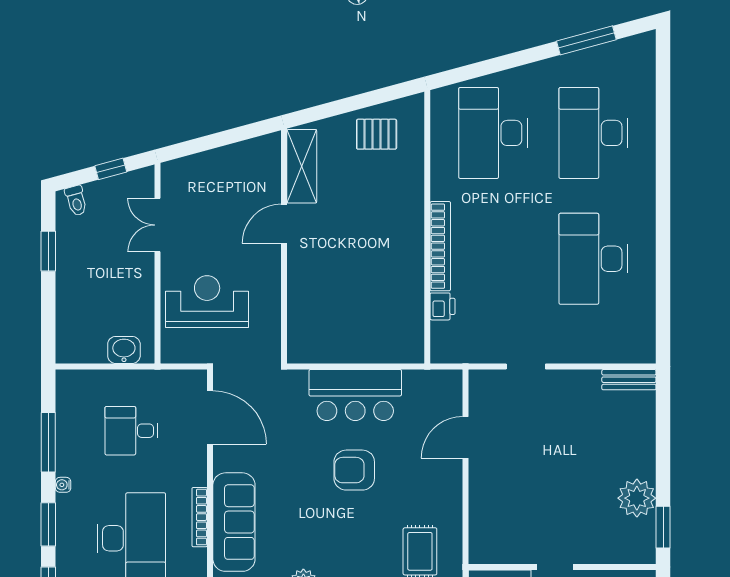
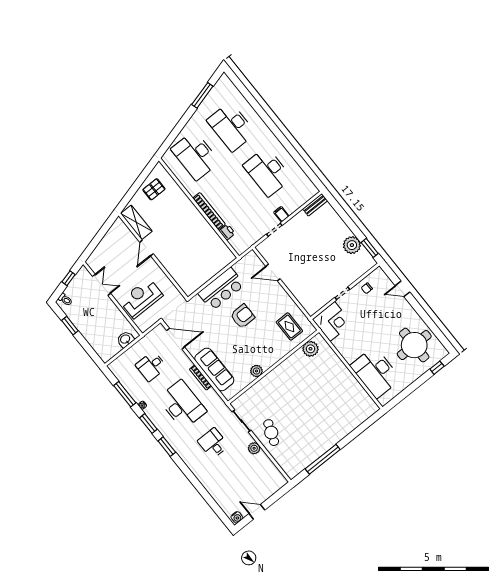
double door: (158, 225) -> (102, 285), swing flipped
filing cabinet: (559, 350) -> (281, 214), added
door: (465, 437) -> (273, 273), hinge flipped
armchair: (354, 470) -> (242, 316), turned 180

